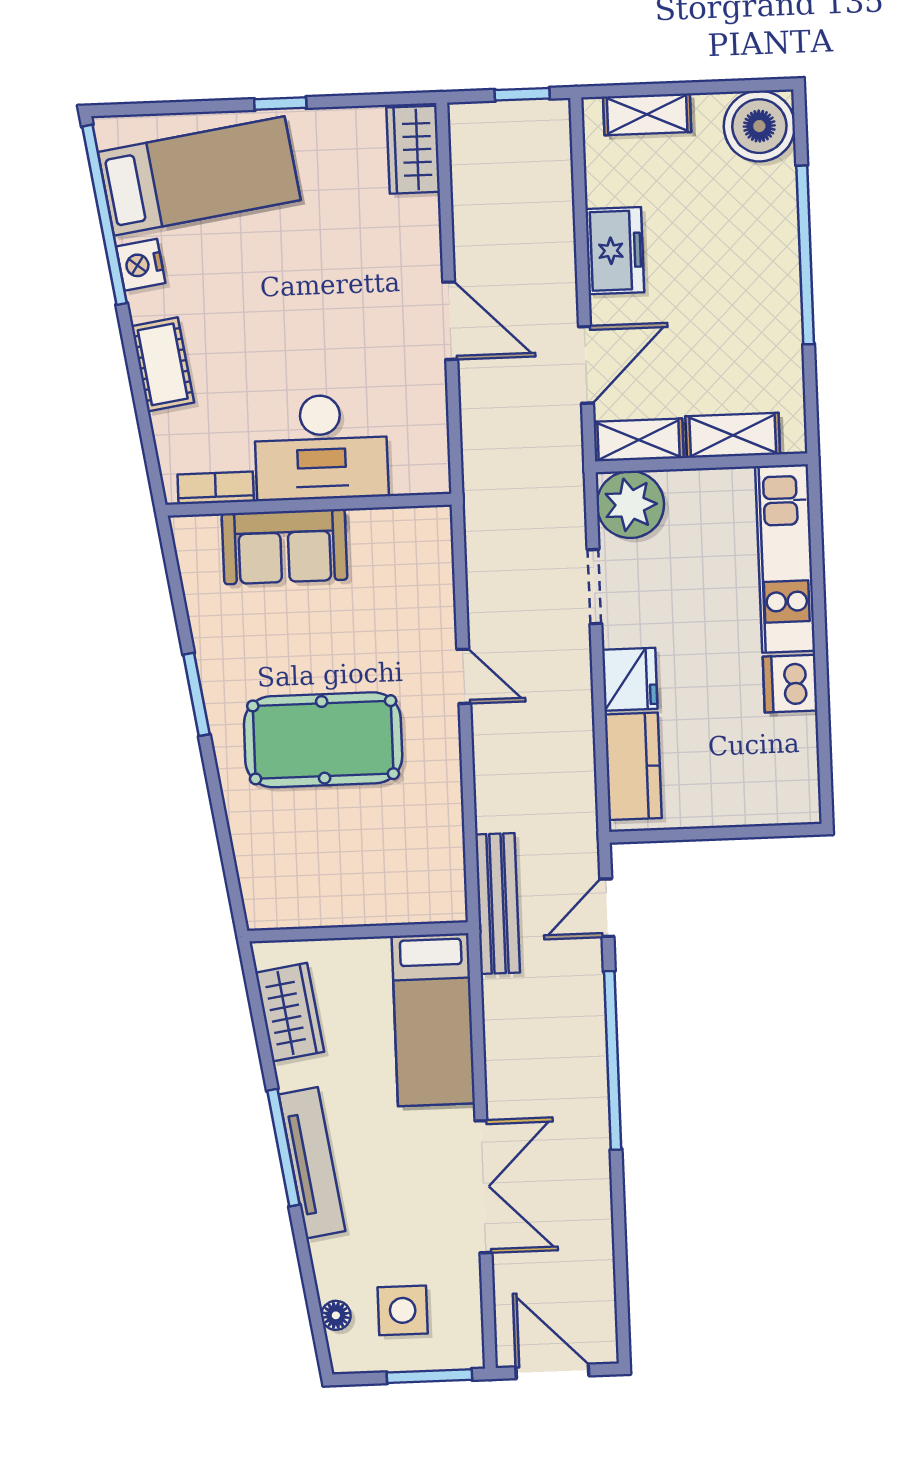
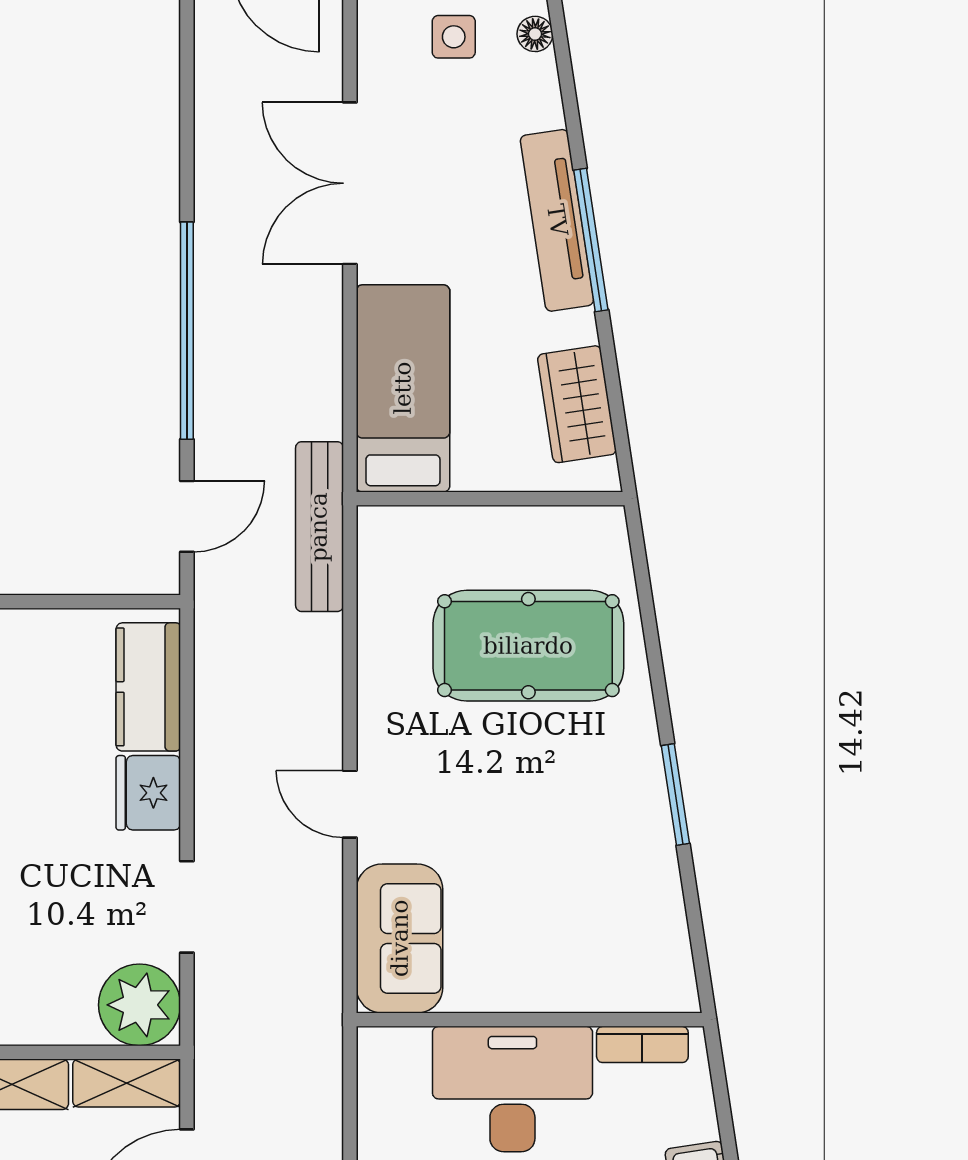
sofa: (284, 547) -> (400, 938), moved, turned 90
pool table: (323, 740) -> (528, 646), moved
side table: (403, 1310) -> (454, 37), width x0.73, depth x0.73

